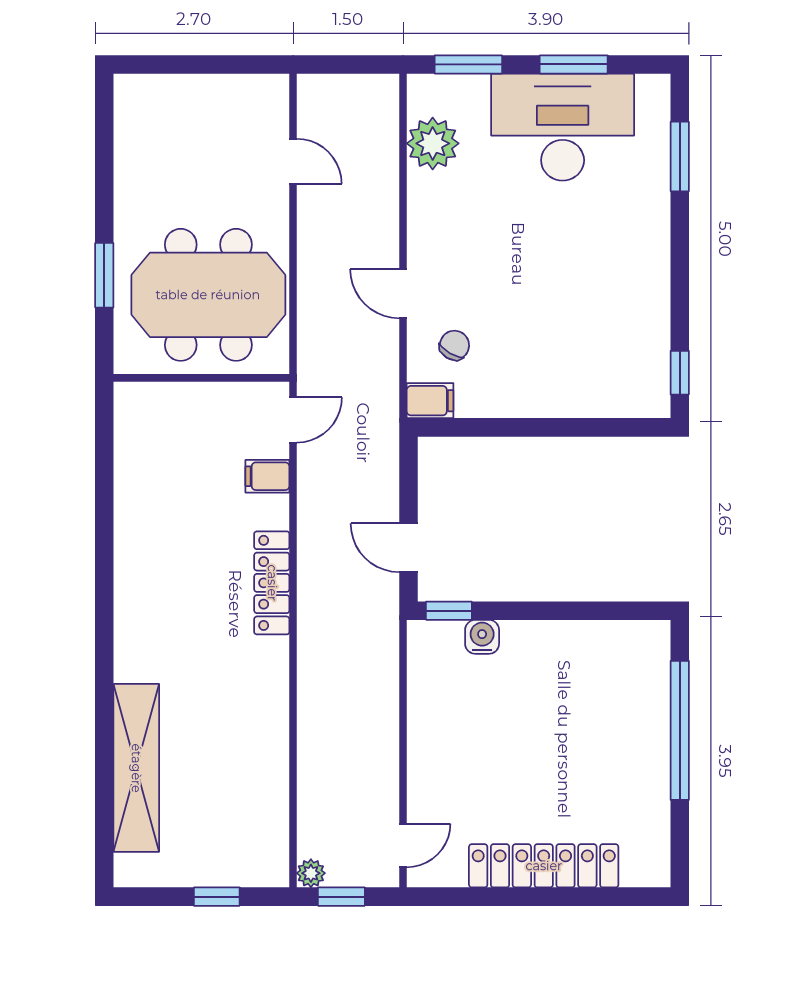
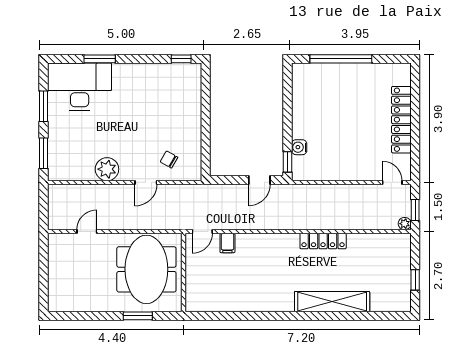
desk: (563, 127) -> (80, 87), moved, turned 90
plant: (433, 143) -> (107, 169), moved
window: (680, 157) -> (100, 59), moved
filing cabinet: (430, 401) -> (194, 170), removed
door: (293, 420) -> (202, 232), swing flipped
locker: (272, 583) -> (323, 241), moved
shelving: (136, 768) -> (332, 302), moved
window: (217, 897) -> (415, 280), moved

